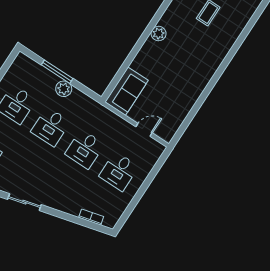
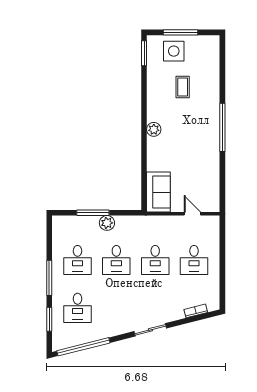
window: (220, 71) -> (222, 127), added
door: (144, 130) -> (192, 214), hinge flipped
sliding door: (24, 202) -> (150, 330), moved

